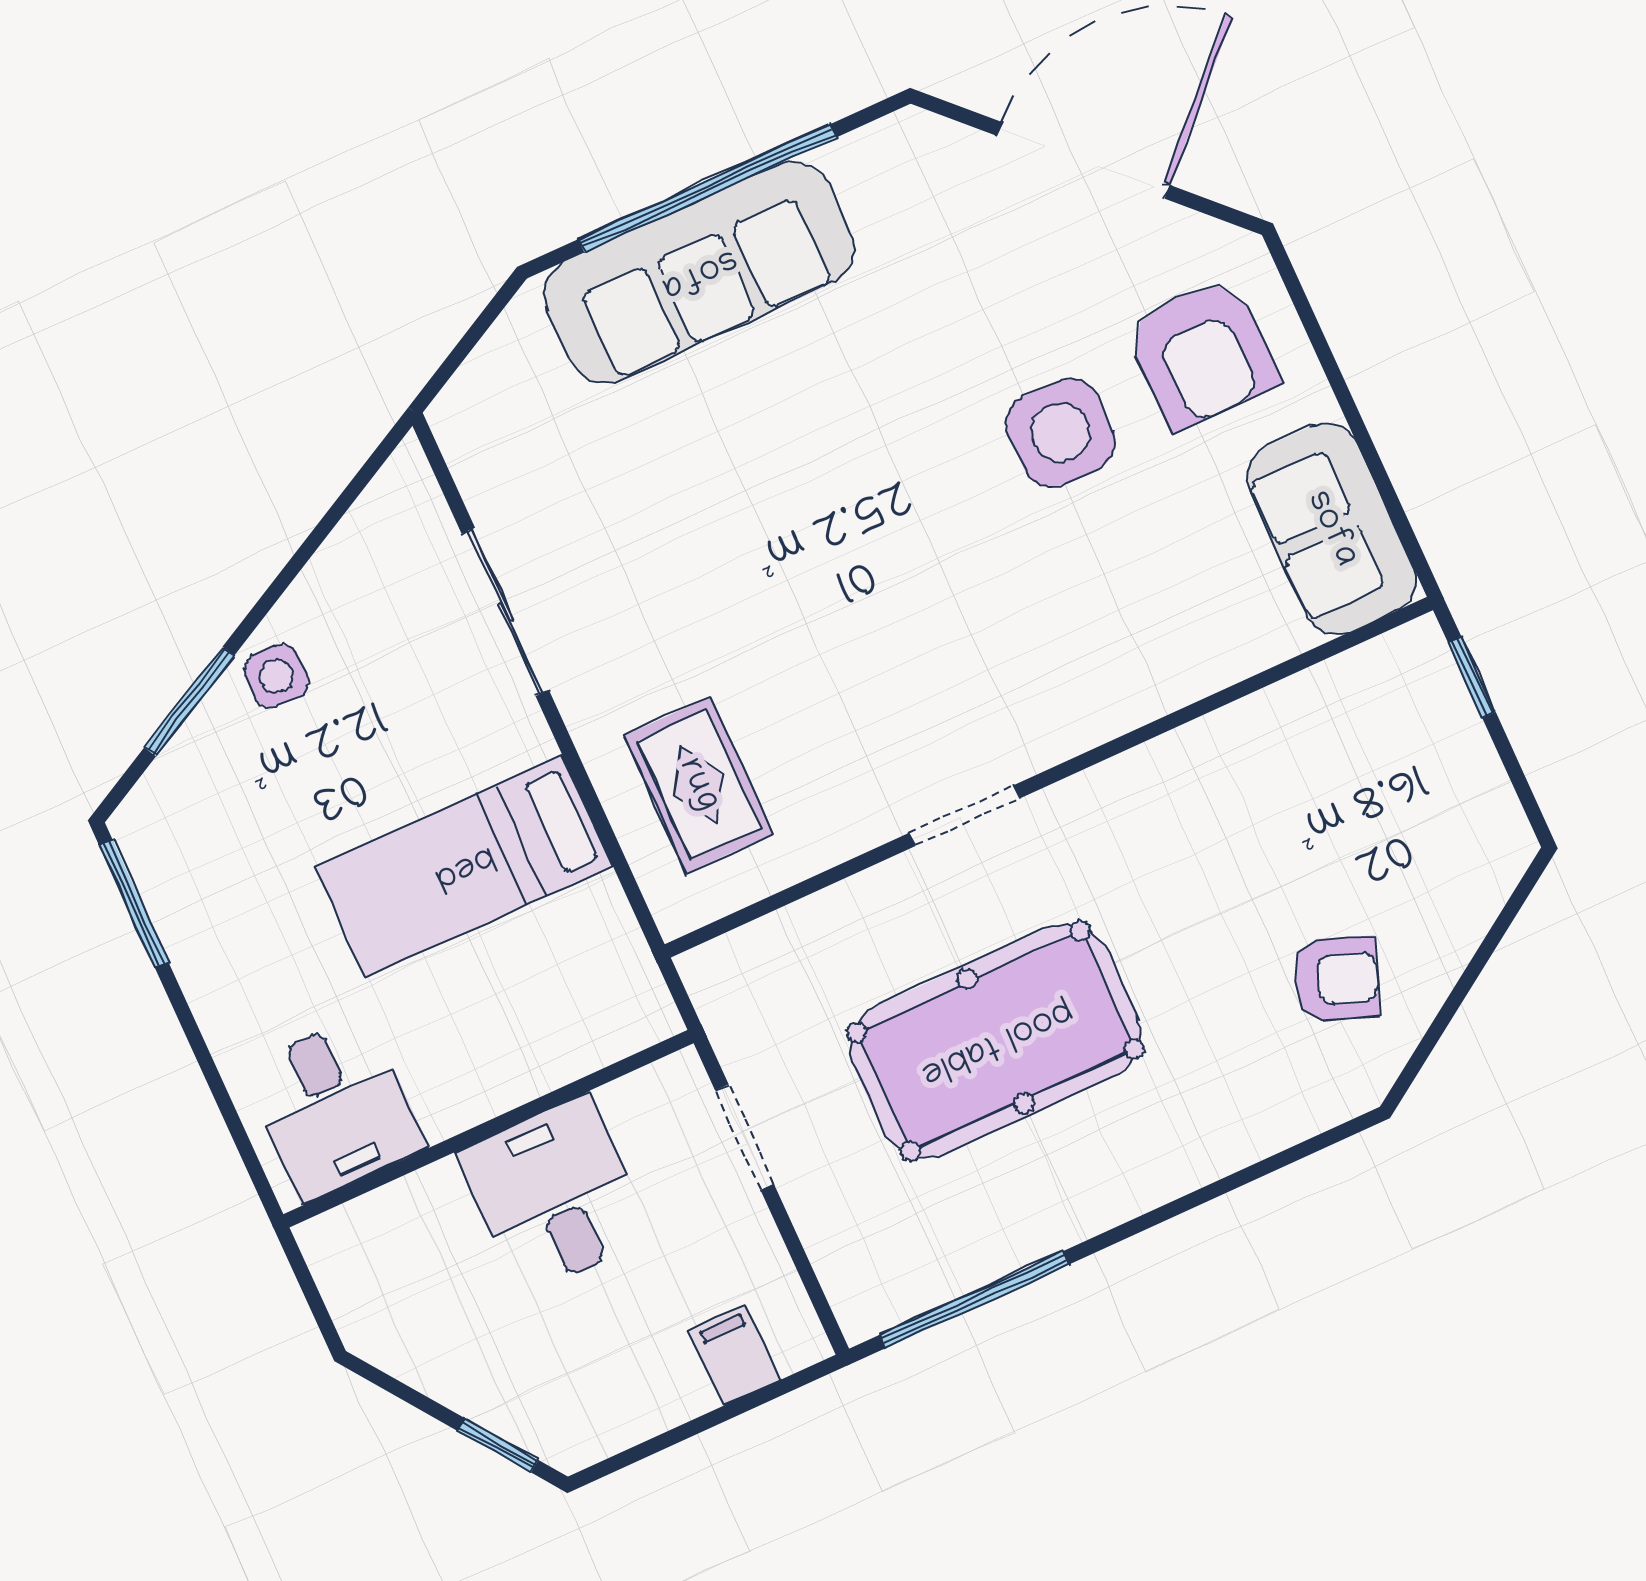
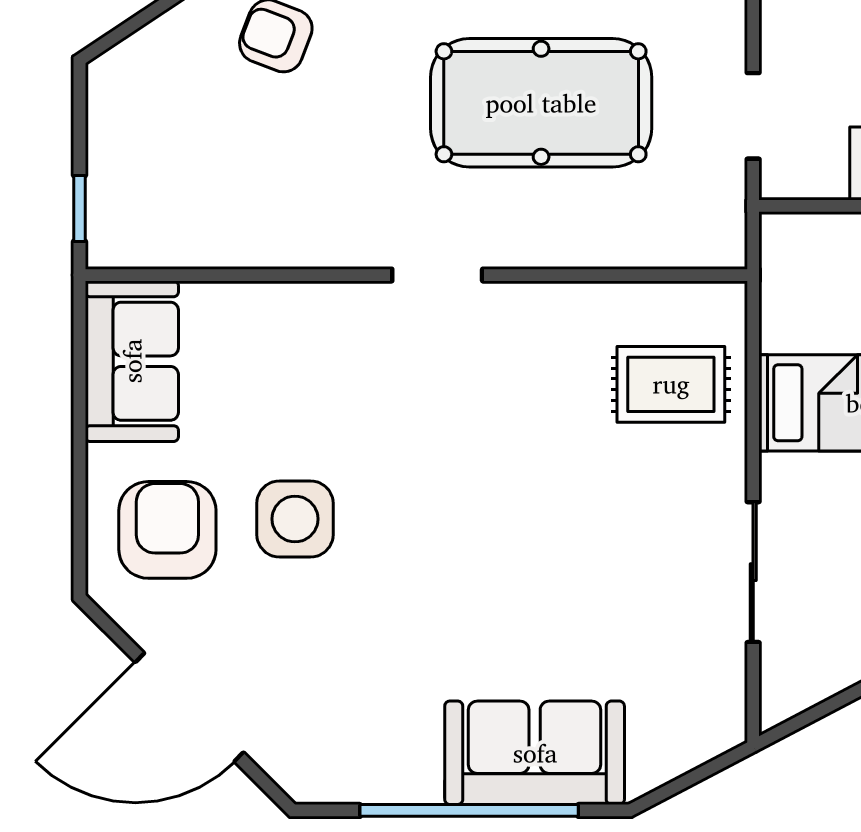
sofa: (699, 272) -> (535, 753), width x0.73
rug: (698, 785) -> (671, 384), turned 90
doorway: (965, 816) -> (437, 275), moved

